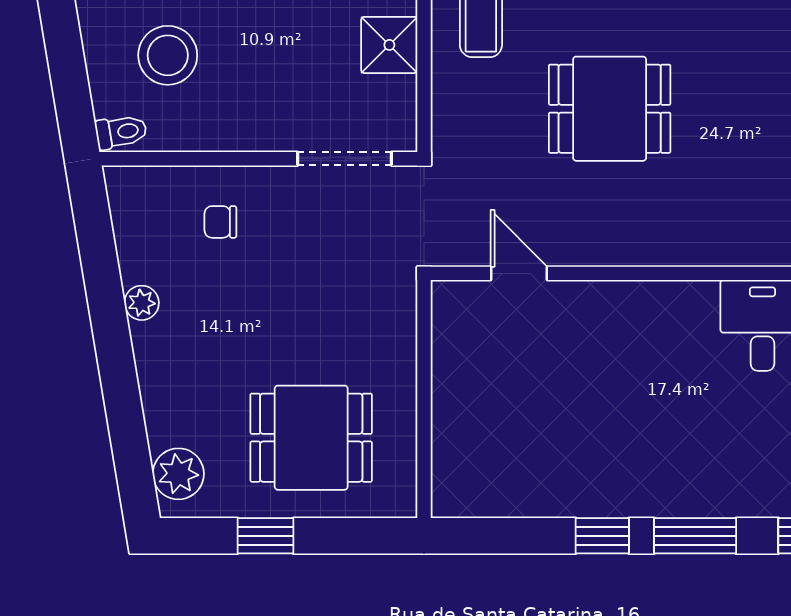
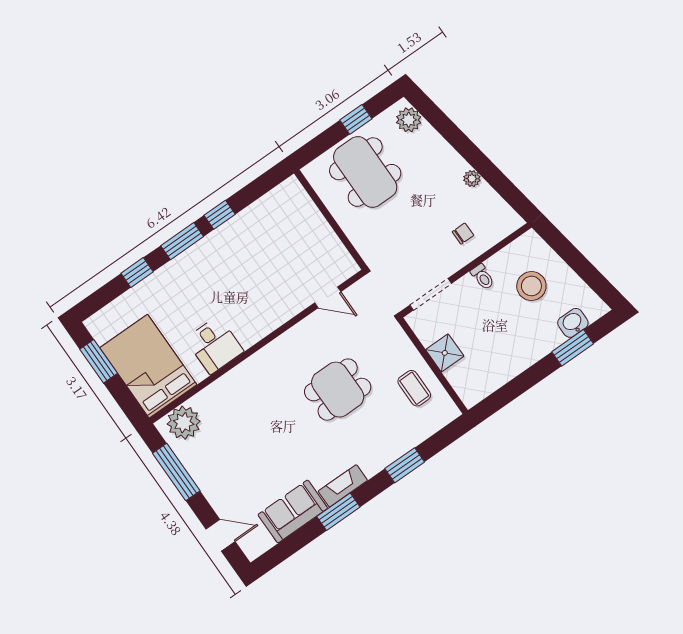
toilet: (121, 132) -> (483, 277), moved, turned -81
dining table: (311, 438) -> (365, 172), width x1.38

